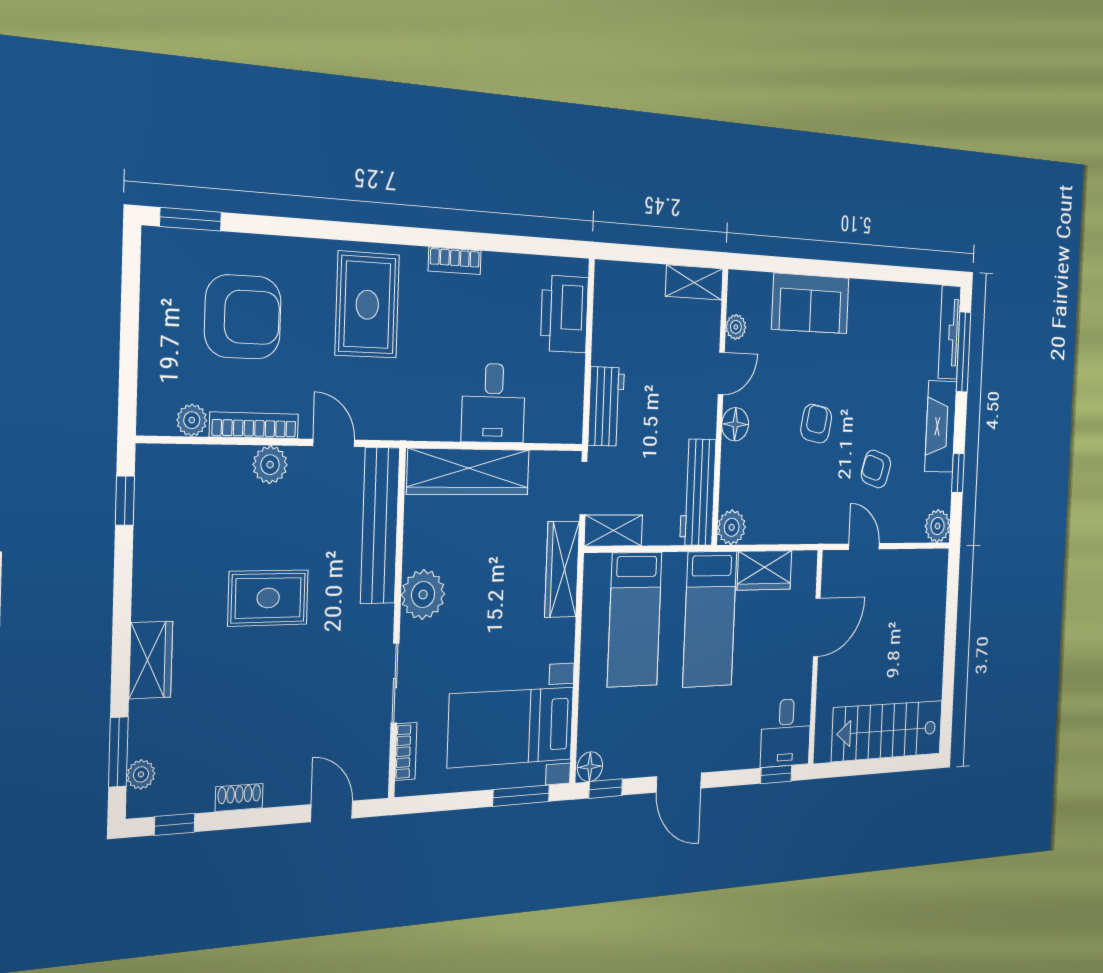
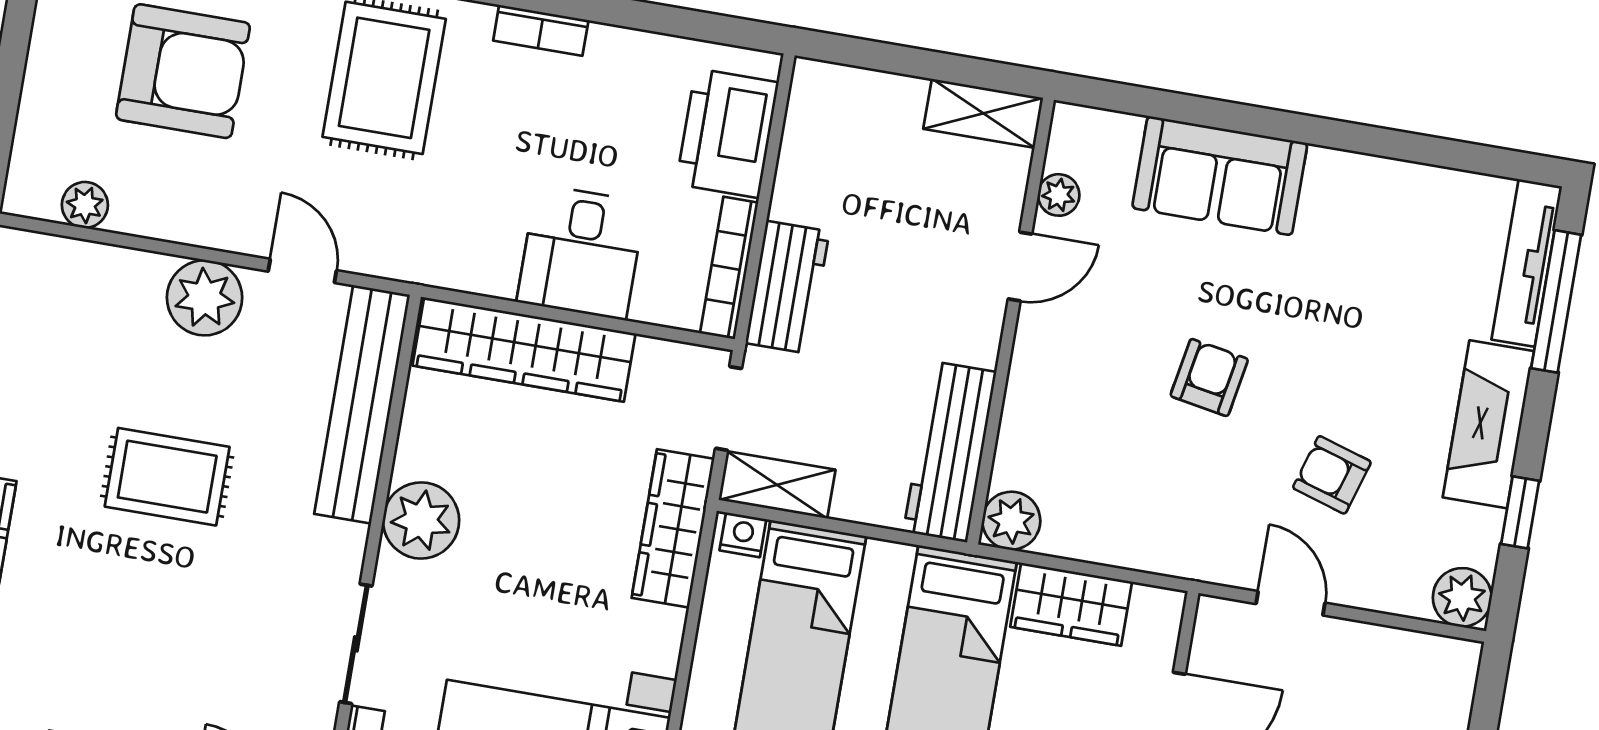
floor lamp: (735, 424) -> (1038, 353), removed
bookcase: (254, 425) -> (729, 268), moved, turned -90
plant: (270, 465) -> (205, 298), width x1.36, depth x1.36
nightstand: (599, 565) -> (743, 535), added

